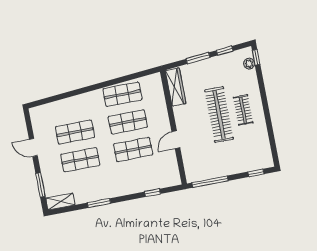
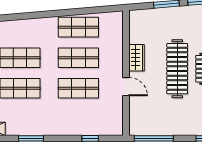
wardrobe: (176, 87) -> (137, 58), moved, width x0.67
door: (176, 140) -> (126, 87), swing flipped

